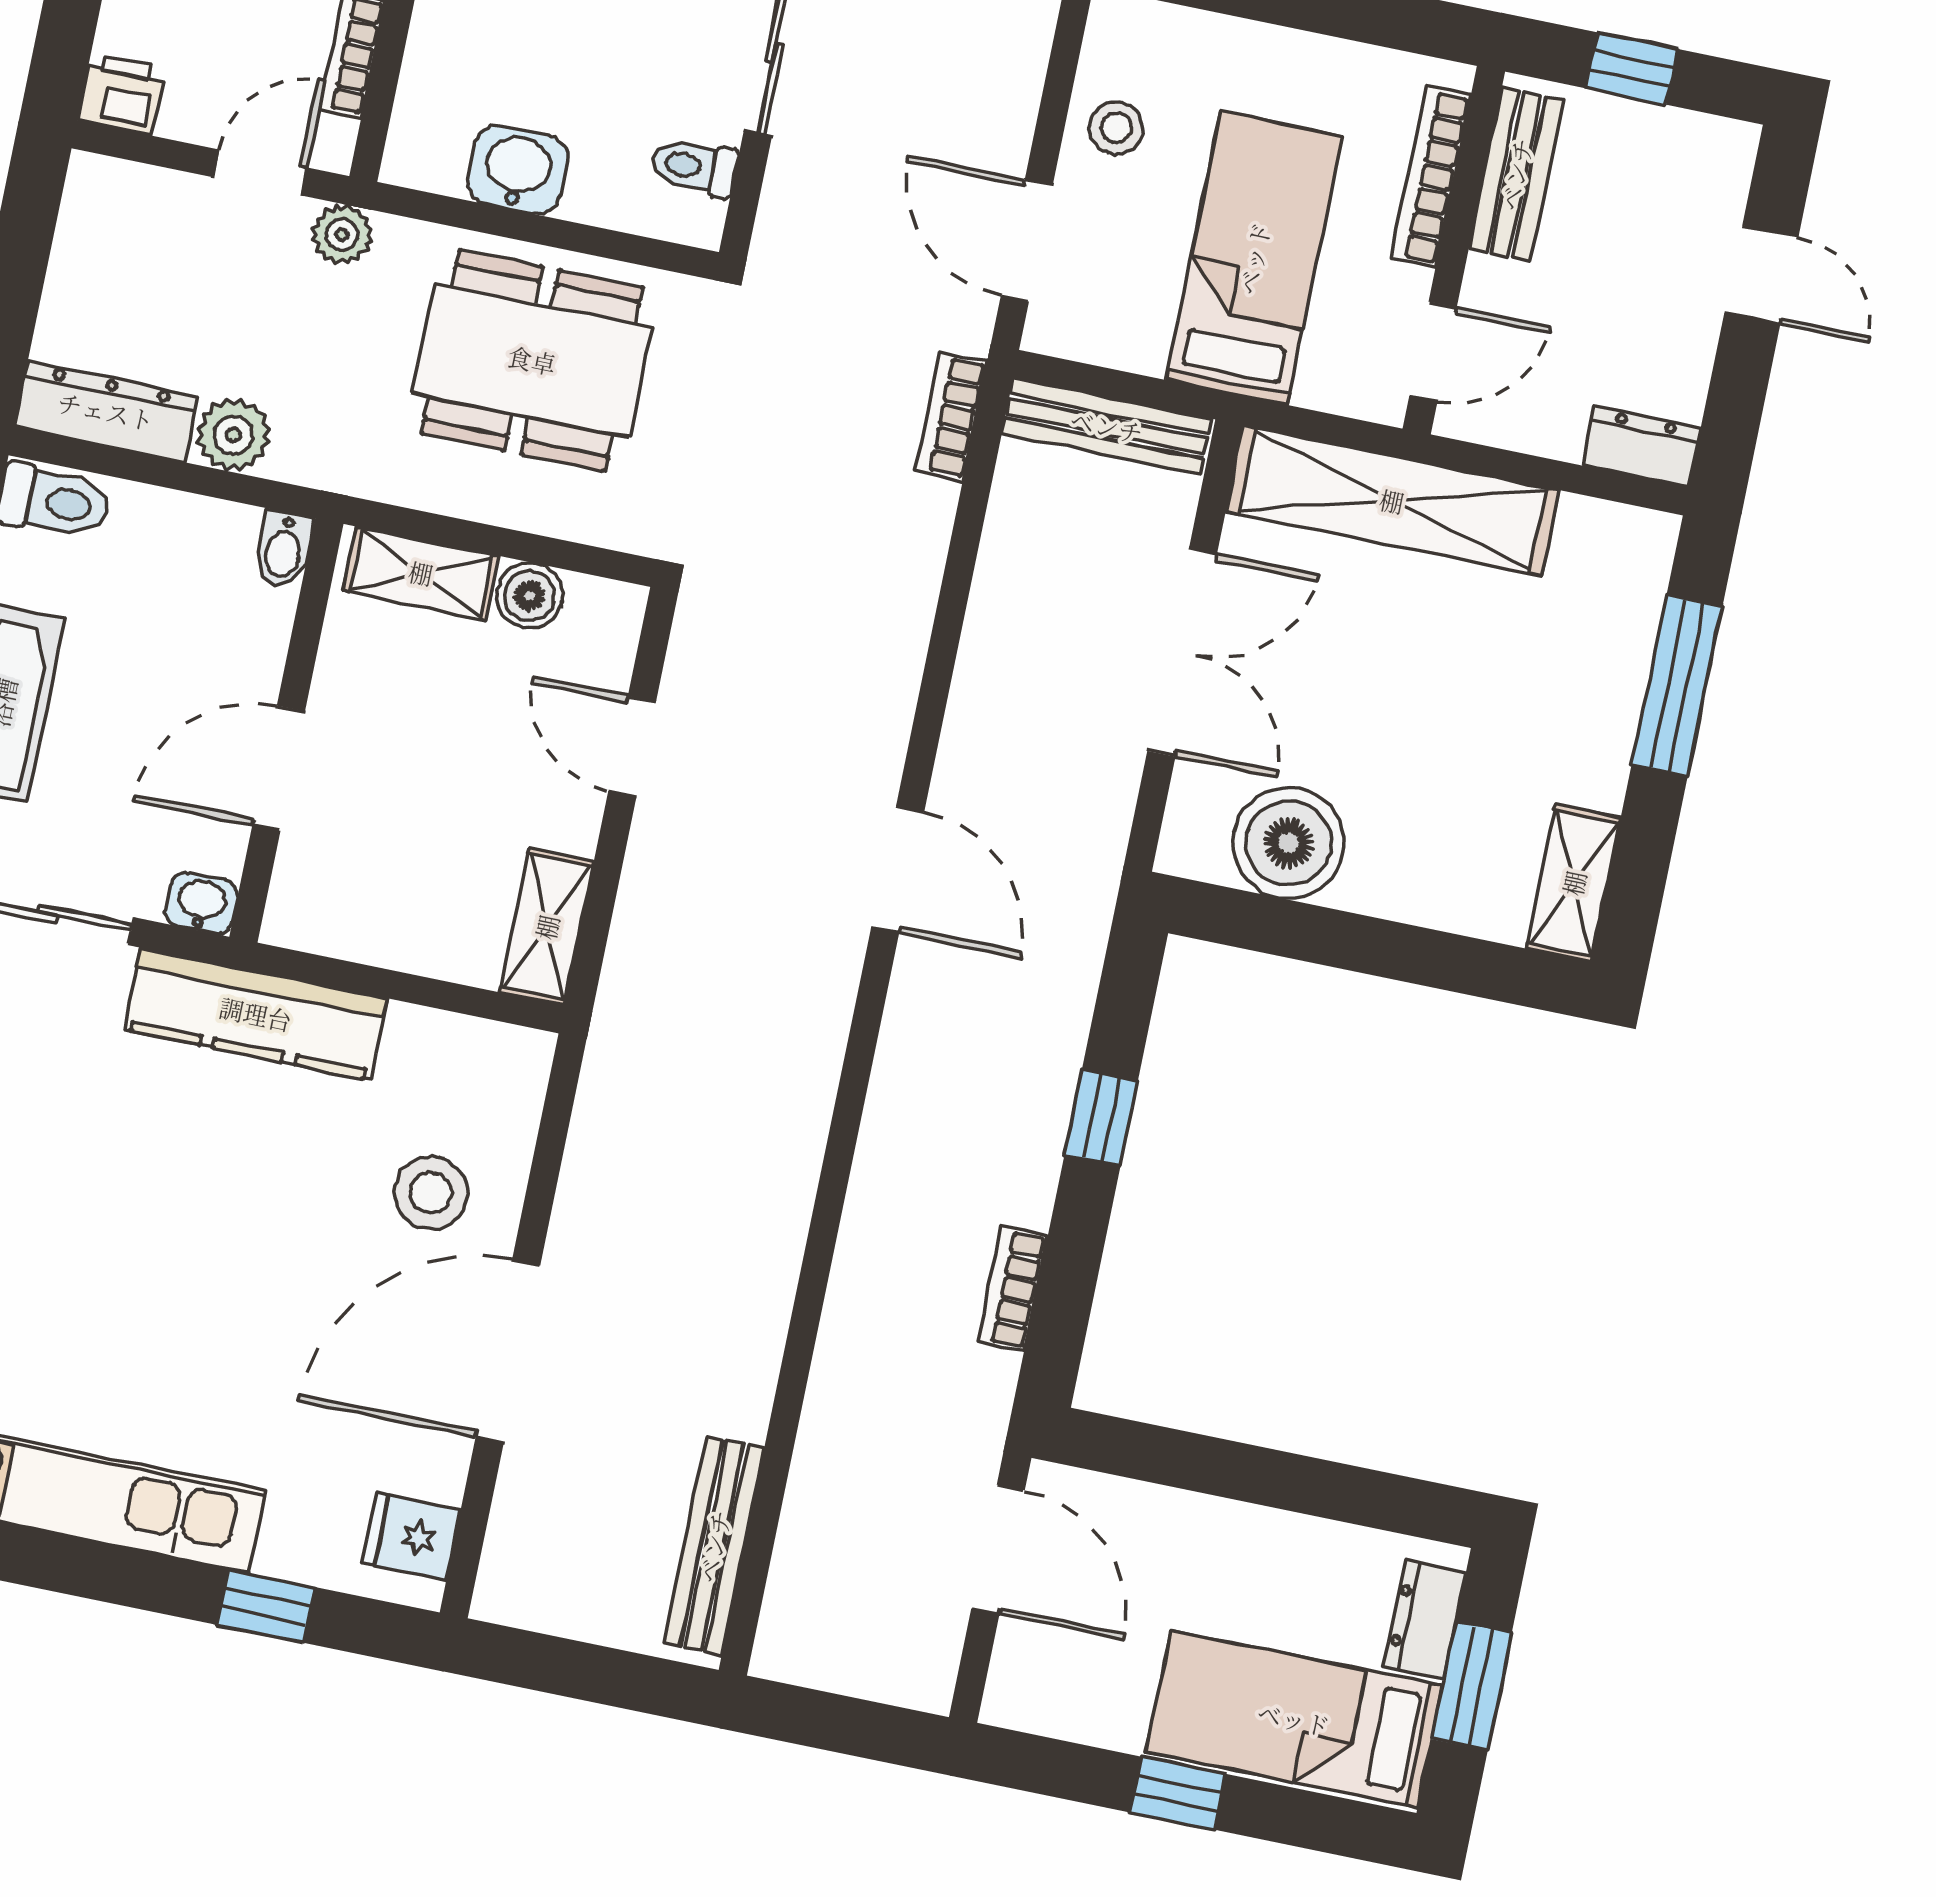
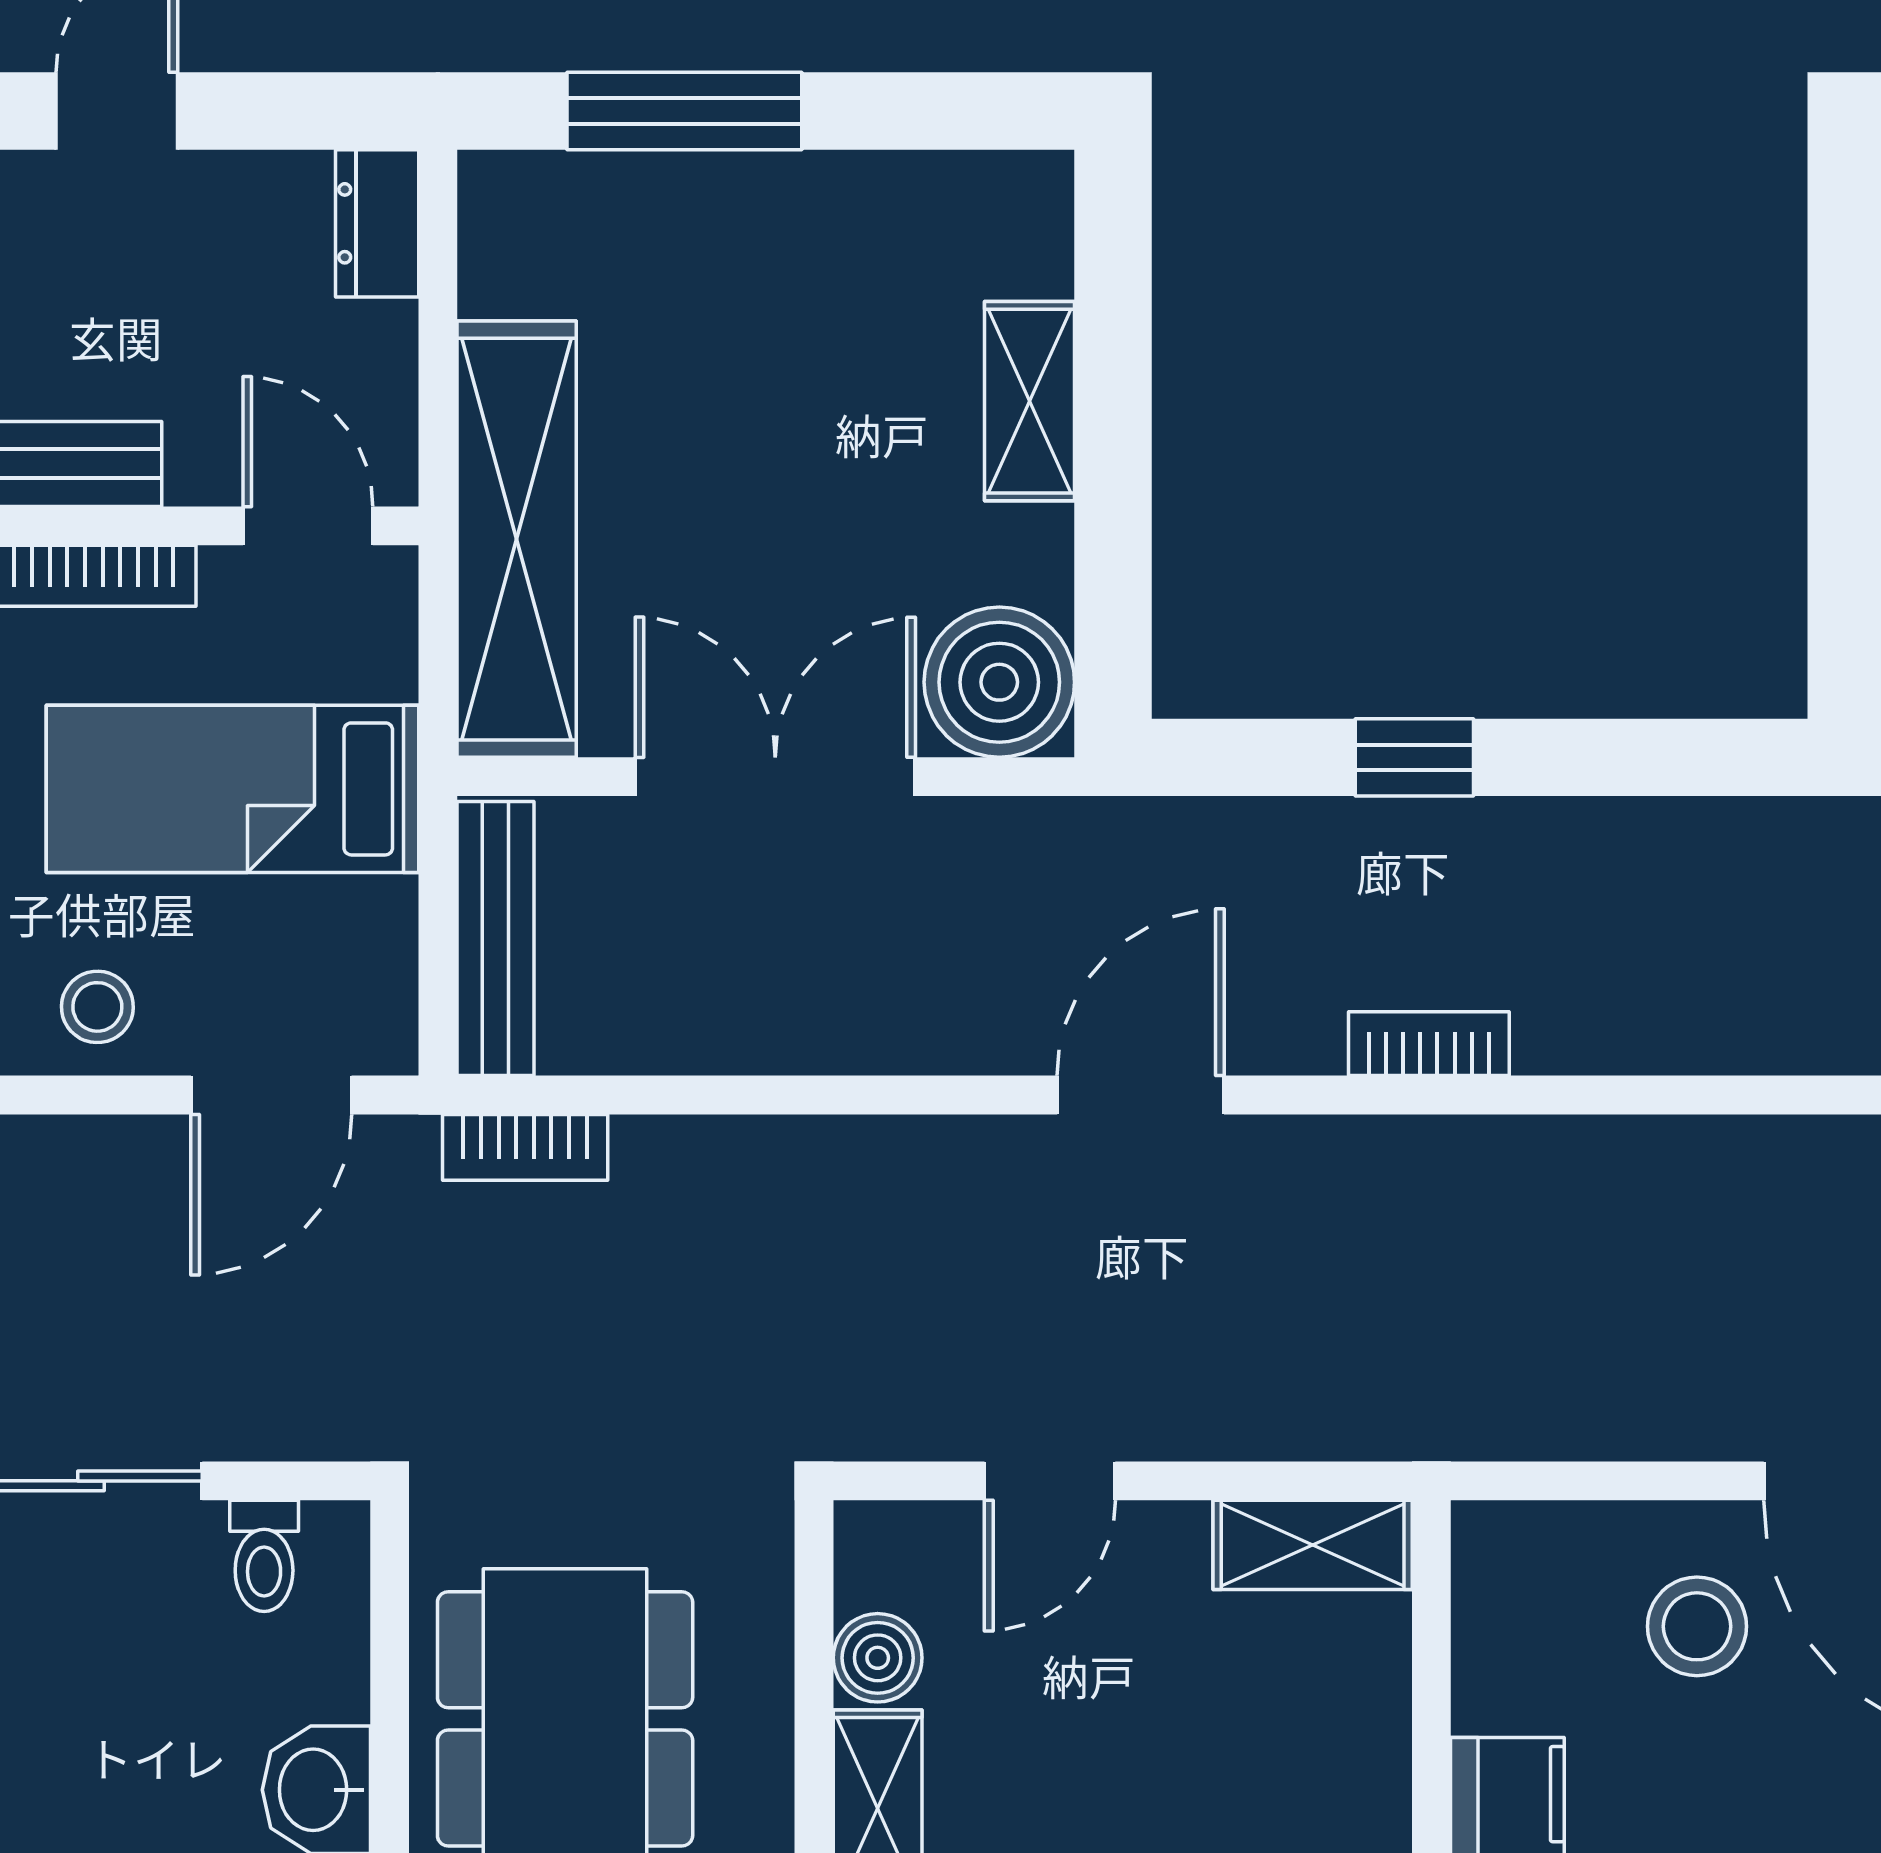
boiler: (1288, 843) -> (999, 682), moved
shelving: (1574, 883) -> (1030, 401), moved, turned 90
bookcase: (1013, 1289) -> (1429, 1044), moved, turned 180

